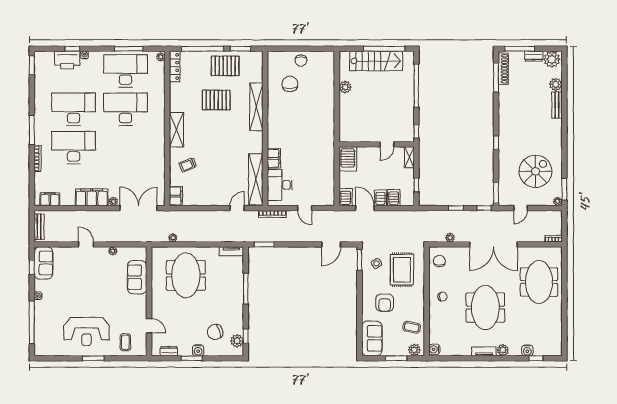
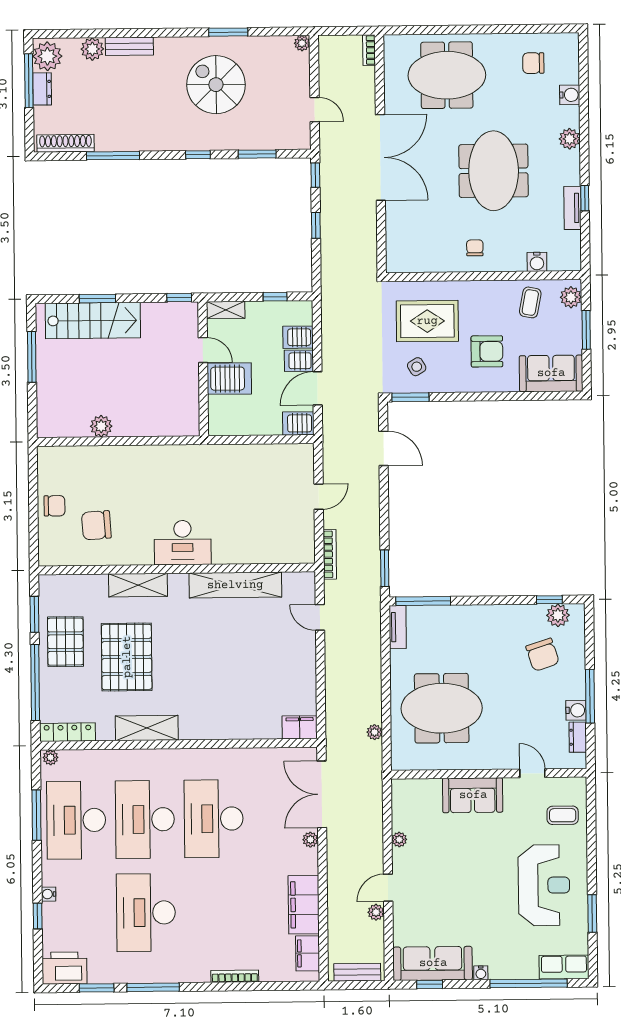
window: (384, 49) -> (32, 357), width x0.68
window: (520, 49) -> (29, 81), moved
printer: (67, 60) -> (65, 968), moved, turned -90
stairs: (376, 61) -> (93, 321), moved, turned 90
window: (32, 65) -> (97, 988), moved
window: (496, 77) -> (113, 156), moved
window: (416, 86) -> (97, 299), width x0.47
pallet: (216, 100) -> (127, 657), width x1.37, depth x1.41
shelving: (256, 107) -> (138, 585), width x0.68
window: (32, 130) -> (153, 987), moved
shelving: (176, 130) -> (147, 728), moved
desk: (74, 148) -> (214, 819), moved
filing cabinet: (274, 158) -> (230, 552), removed
server rack: (348, 159) -> (229, 379), moved
trolley: (188, 165) -> (243, 707), removed
spiral stairs: (535, 171) -> (216, 85), moved
shelving: (256, 179) -> (235, 585), moved
desk: (280, 185) -> (183, 543), moved
window: (564, 189) -> (228, 32), moved
window: (496, 193) -> (257, 154), moved
filing cabinet: (92, 197) -> (304, 905), moved
plant: (450, 238) -> (376, 912), moved
chair: (439, 261) -> (533, 63), moved
sofa: (43, 263) -> (433, 963), width x1.36
sofa: (137, 277) -> (473, 795), moved
window: (246, 289) -> (423, 601), moved
meeting table: (485, 307) -> (494, 171), turned 90
door: (149, 326) -> (532, 773), hinge flipped
row of seats: (41, 342) -> (564, 967), added
water cooler: (434, 349) -> (537, 262), moved
water cooler: (198, 350) -> (576, 710), moved
tv unit: (484, 351) -> (572, 208), moved
window: (93, 358) -> (592, 913), moved
window: (192, 358) -> (590, 696), width x1.44
window: (536, 358) -> (585, 198), moved

